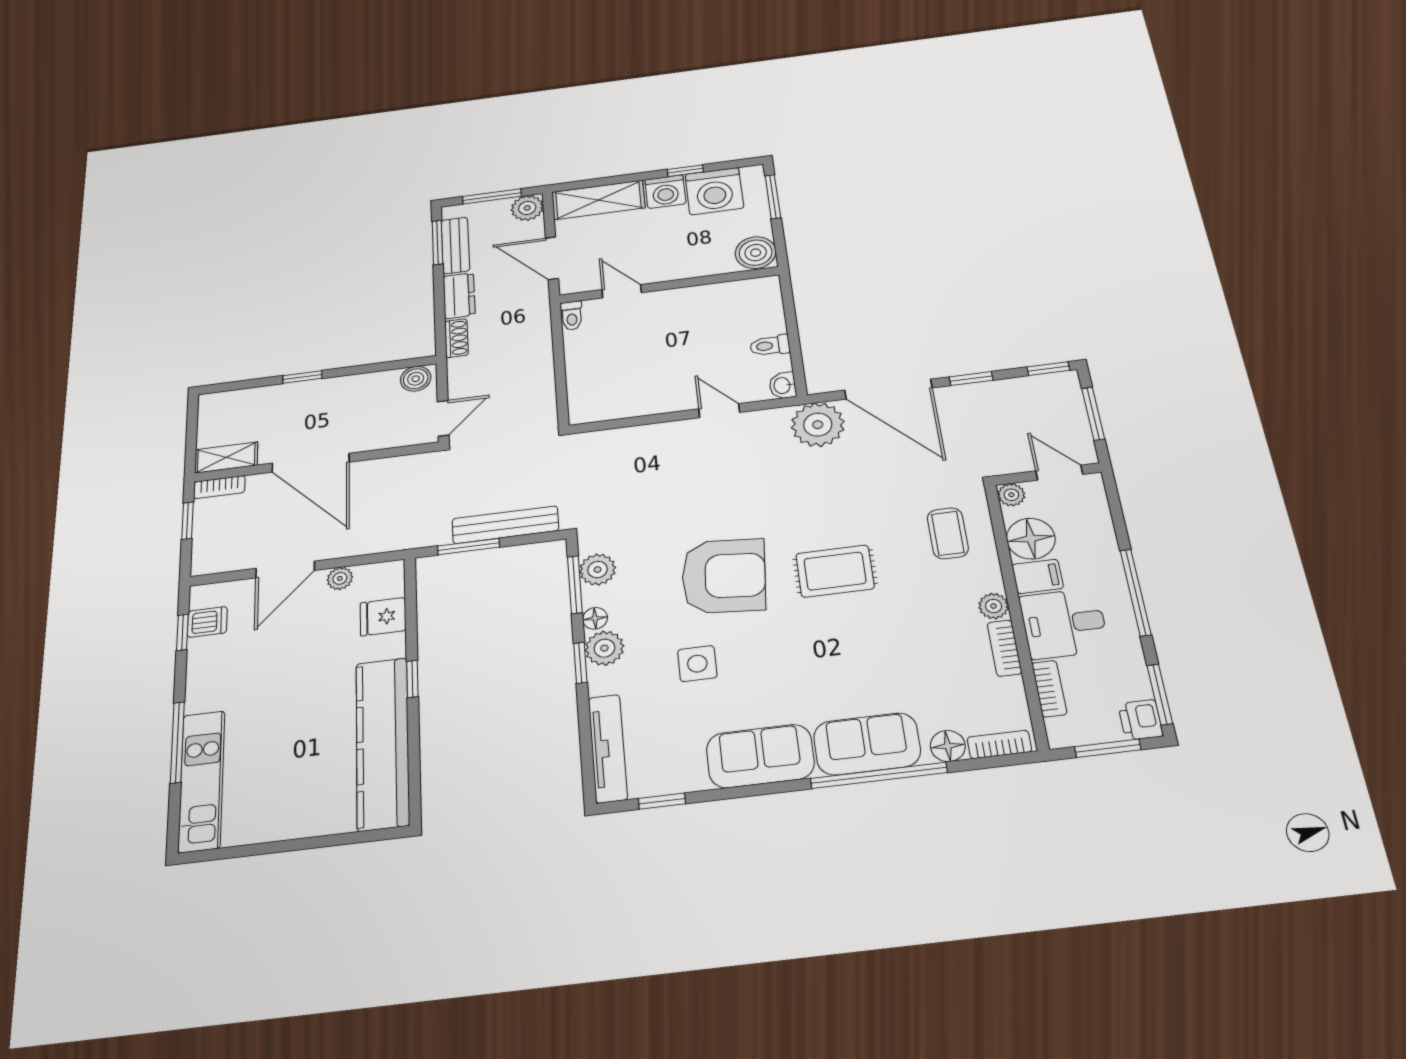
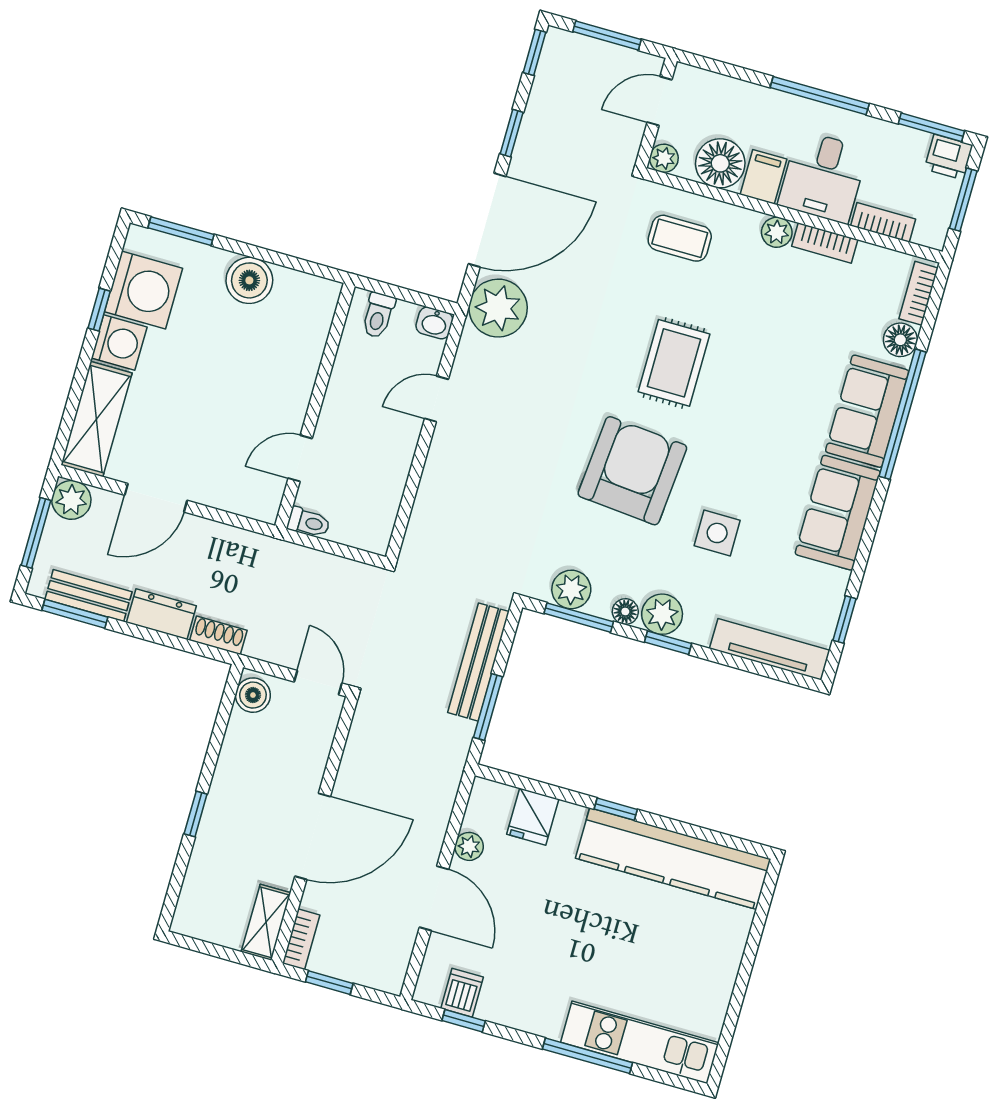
wall: (669, 285) -> (315, 406), moved
door: (622, 291) -> (300, 458), moved
toilet: (572, 316) -> (309, 522), moved

